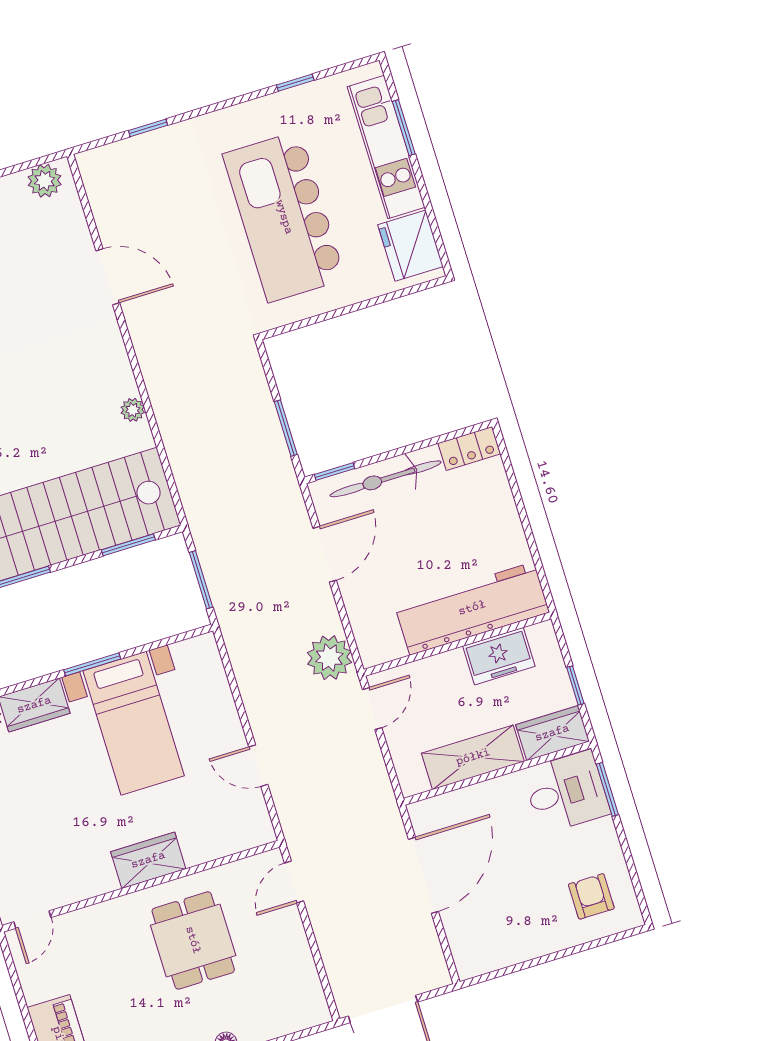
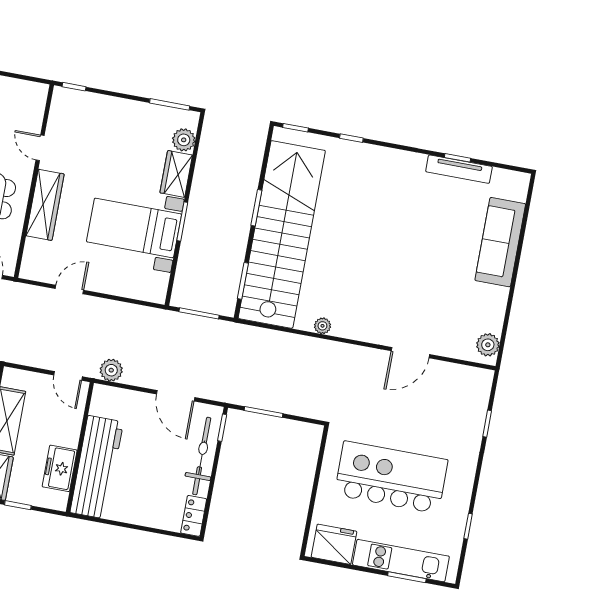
plant: (329, 658) -> (111, 370), width x0.73, depth x0.73
wardrobe: (148, 860) -> (45, 205), width x1.50
door: (32, 920) -> (40, 148), moved

